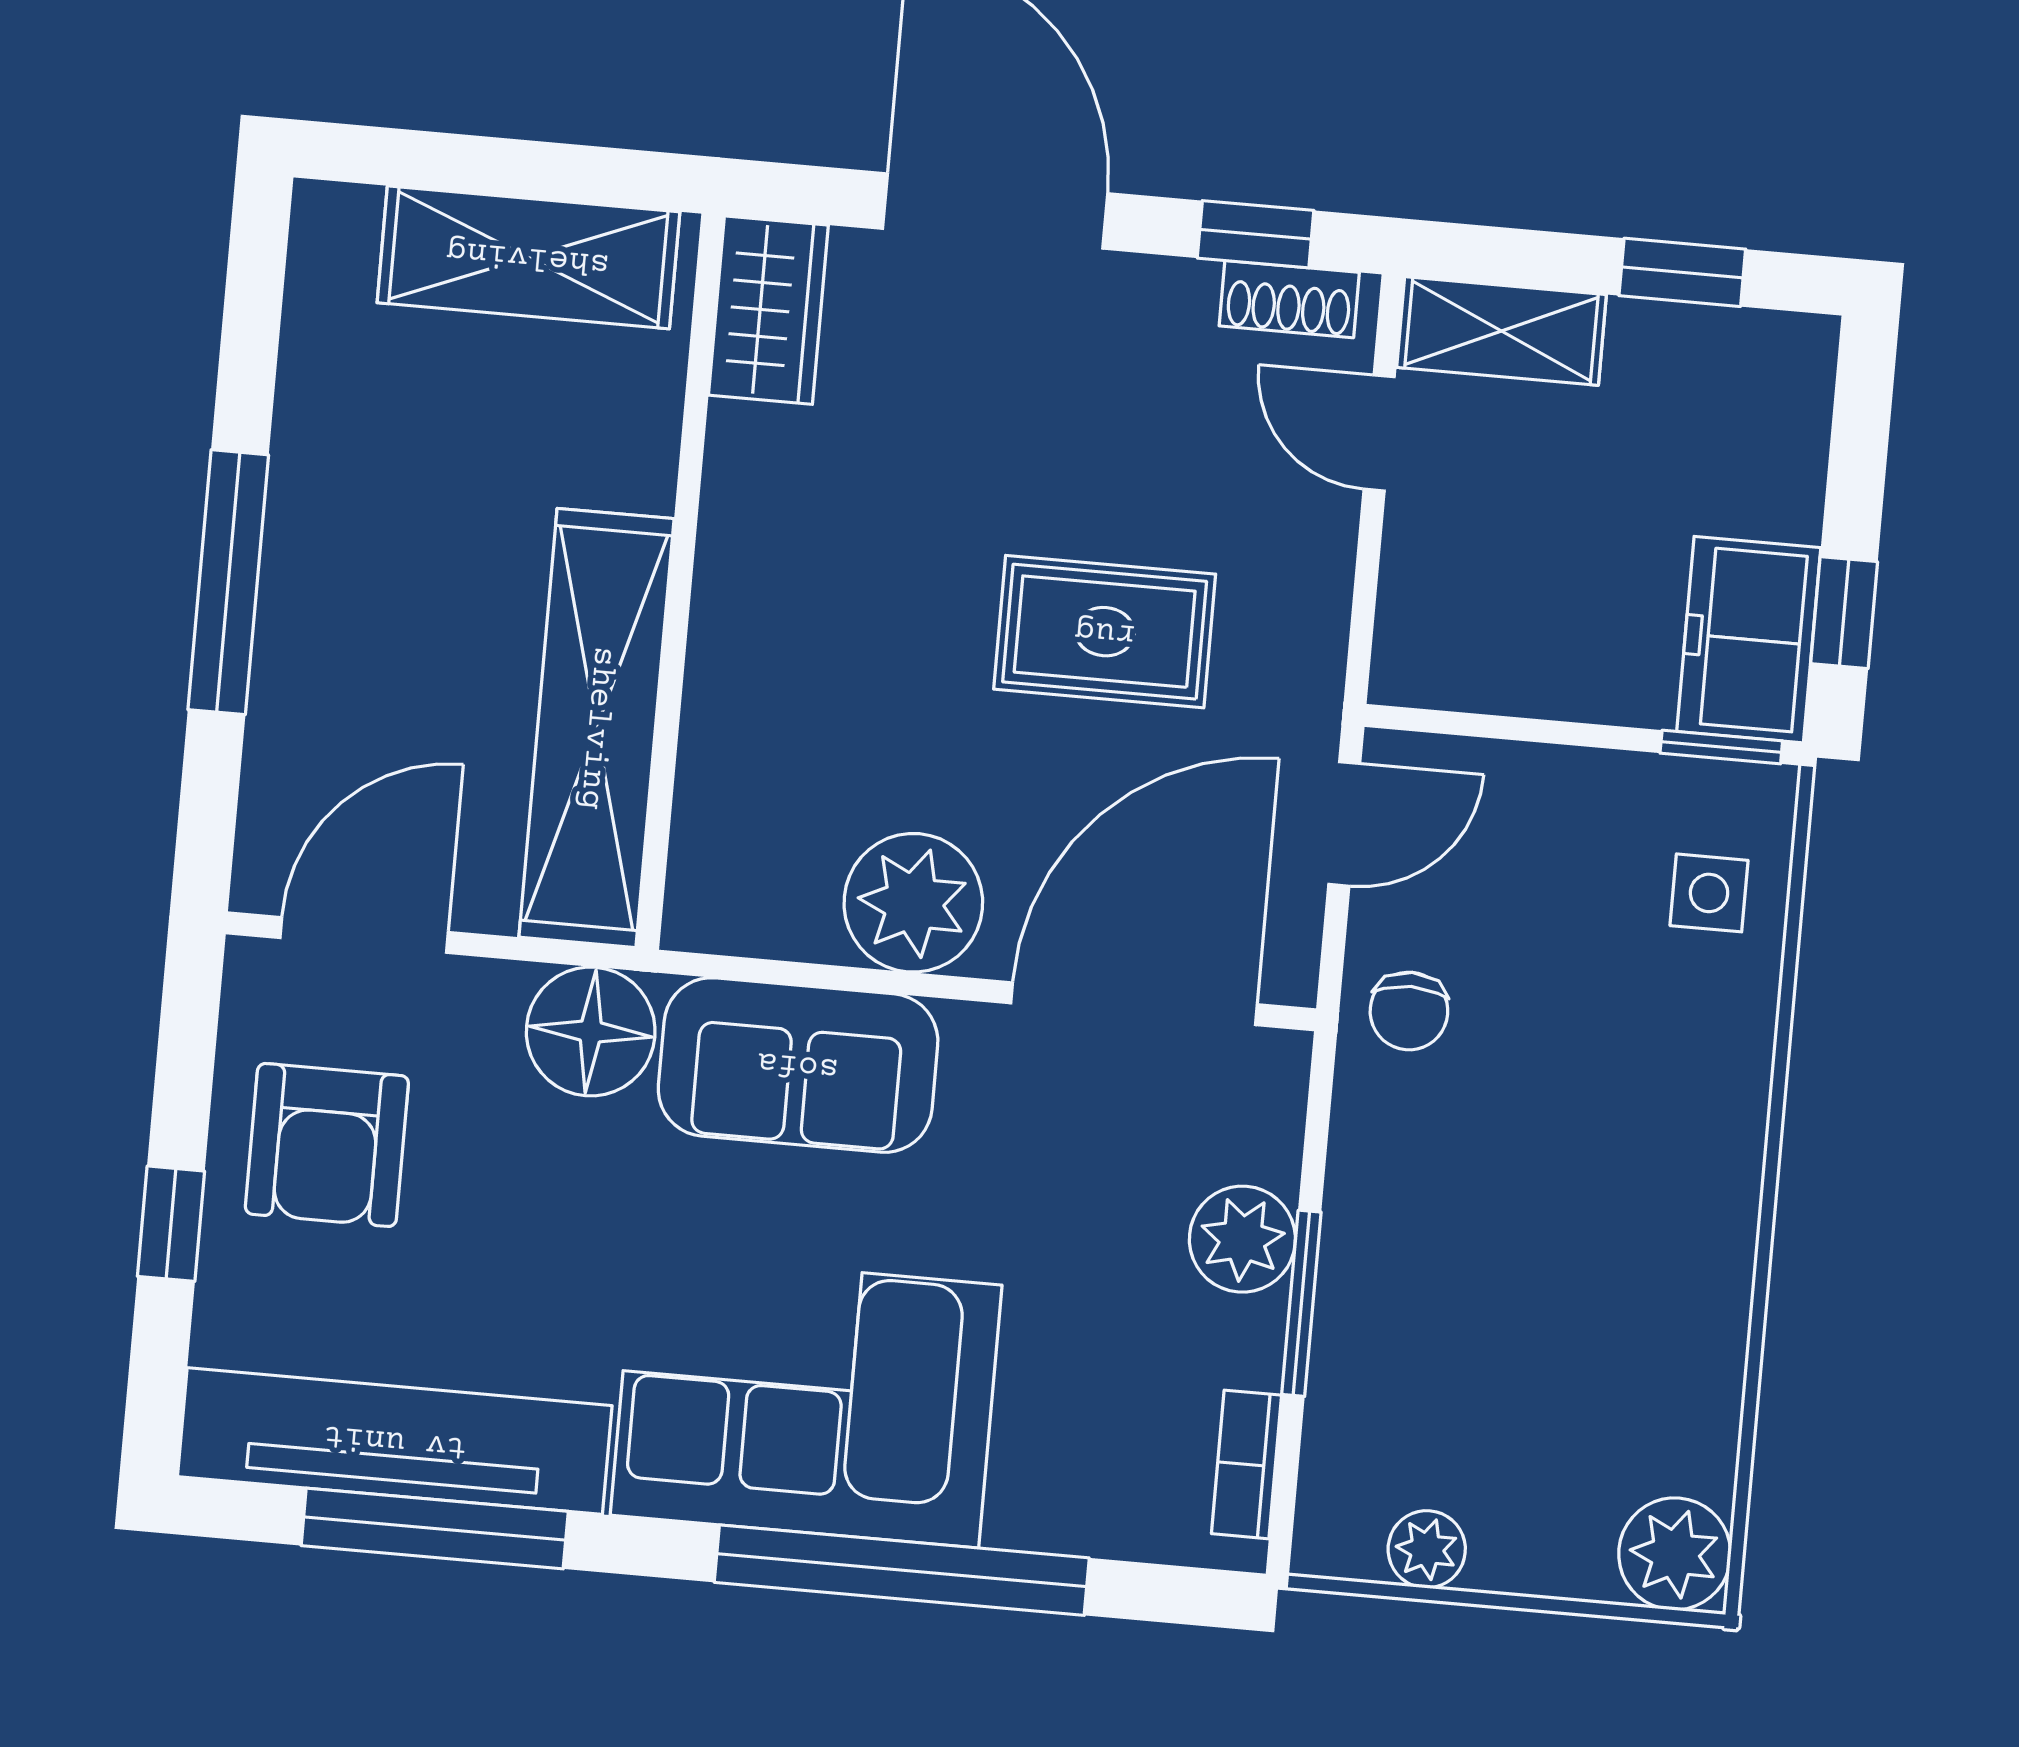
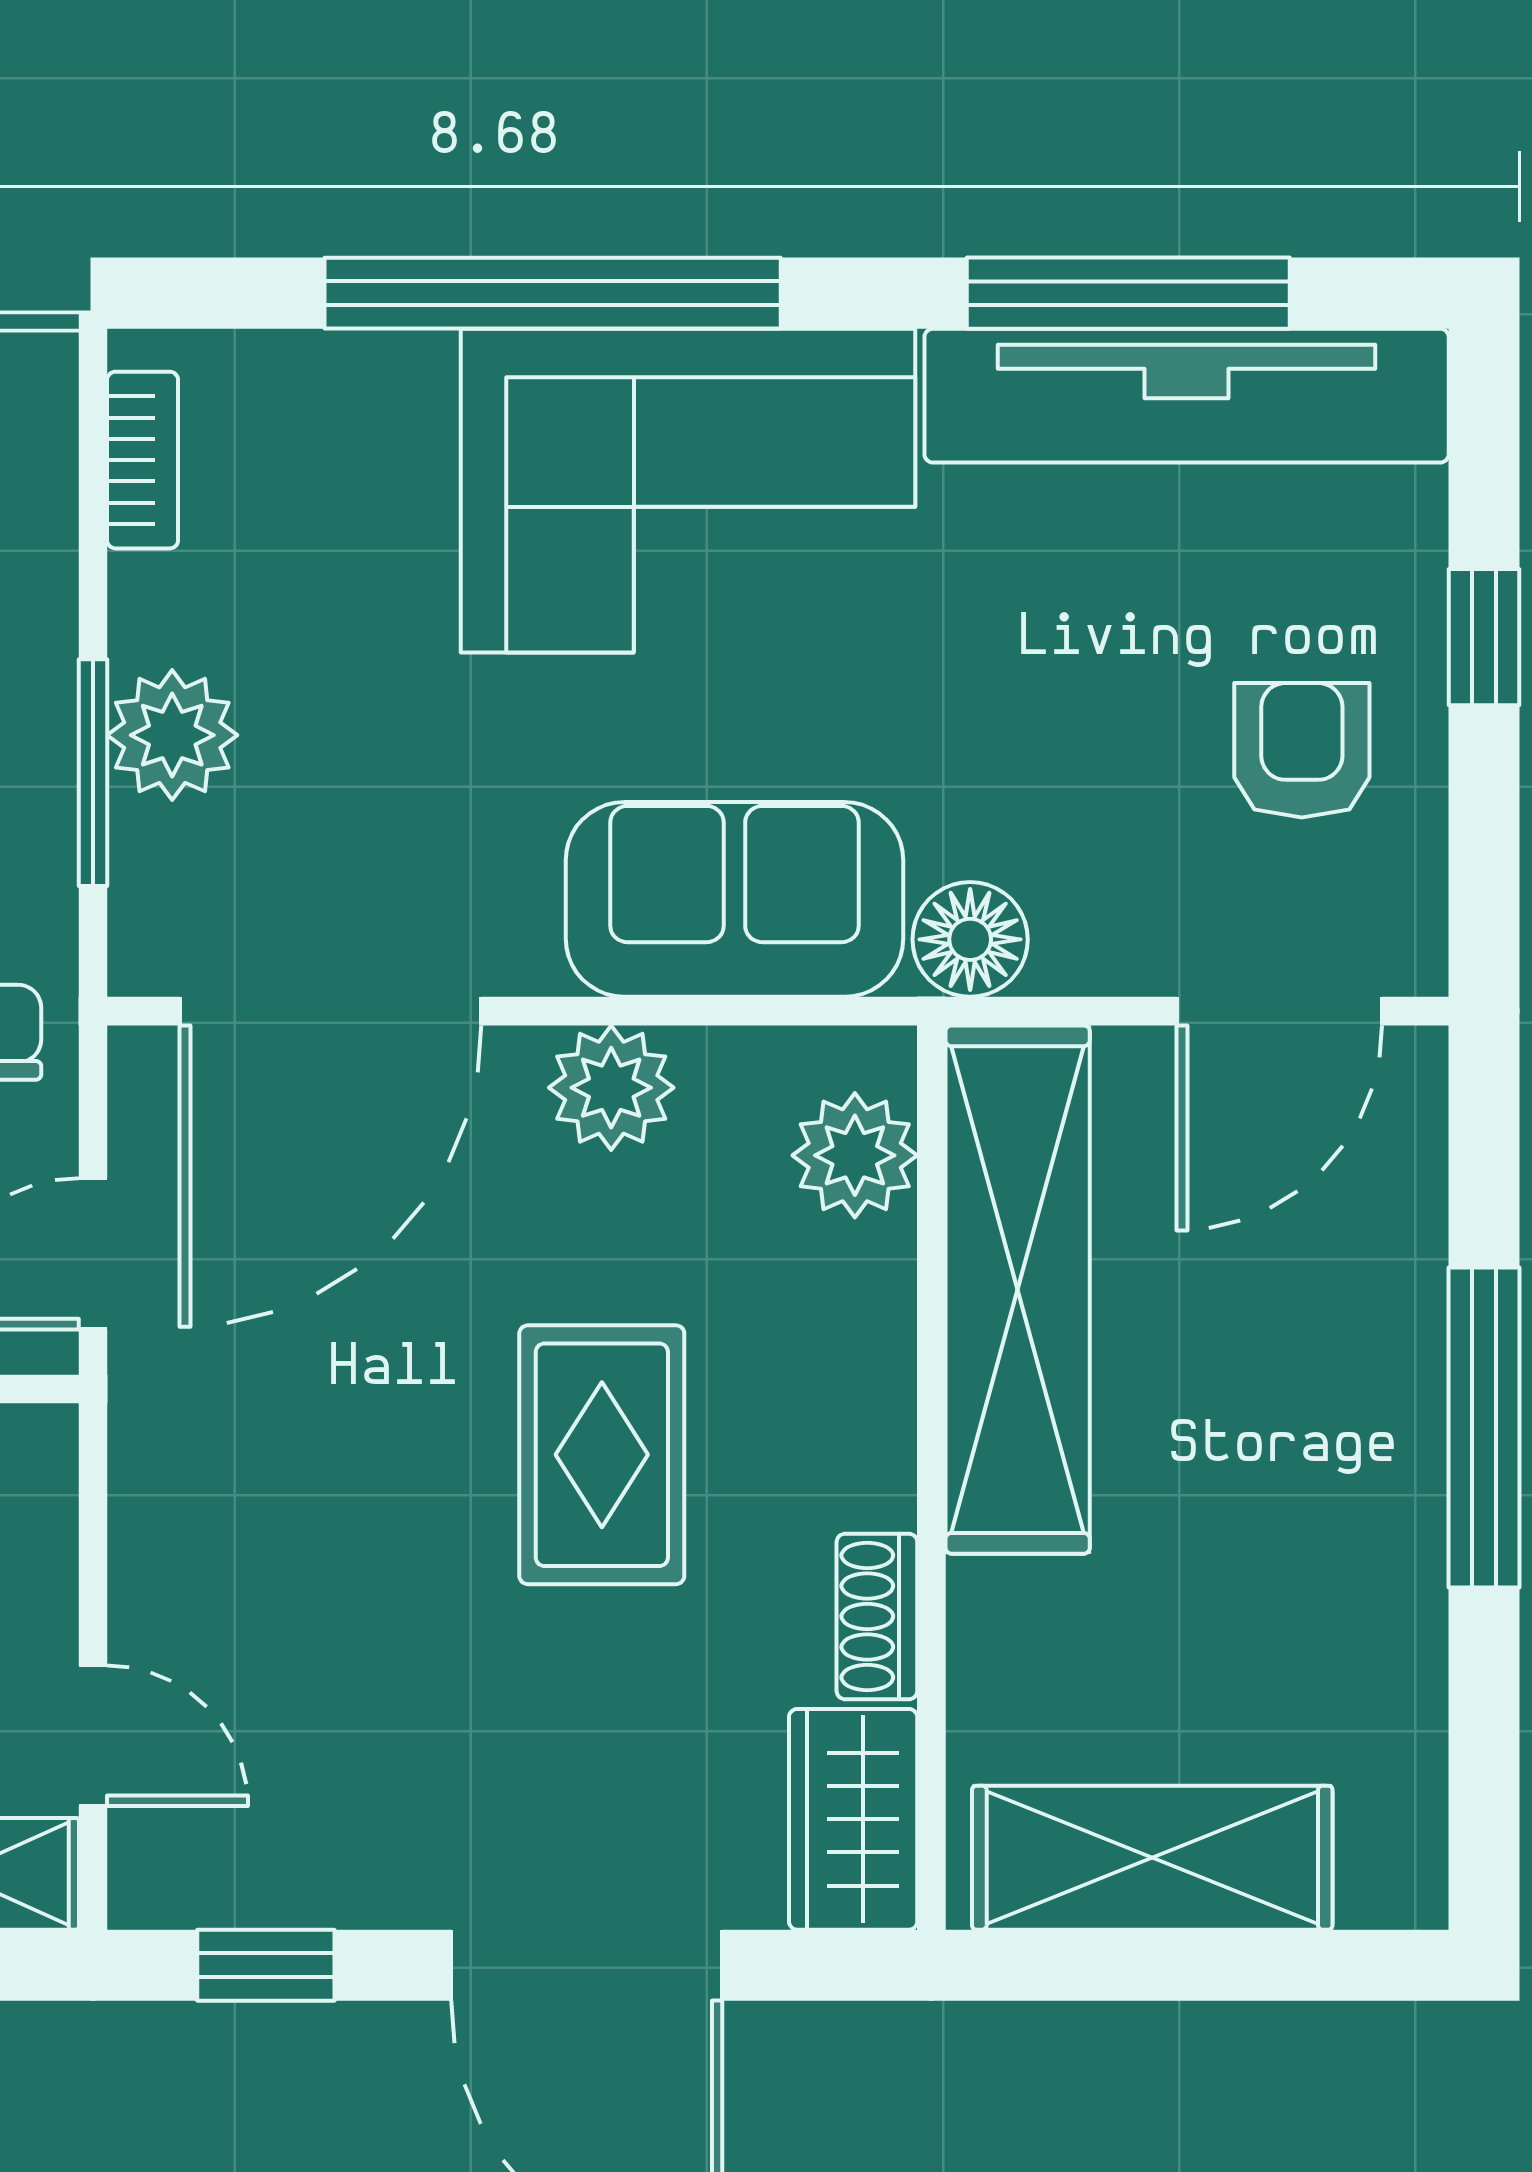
shoe rack: (1289, 299) -> (877, 1616), moved, turned -90
rug: (1105, 632) -> (602, 1455), moved, turned 90
plant: (719, 849) -> (855, 1155), added
plant: (913, 903) -> (611, 1088), width x0.73, depth x0.73
floor lamp: (591, 1032) -> (970, 939), width x0.73, depth x0.73
armchair: (327, 1145) -> (1302, 750), width x0.72, depth x0.72
window: (1301, 1303) -> (93, 773), moved

